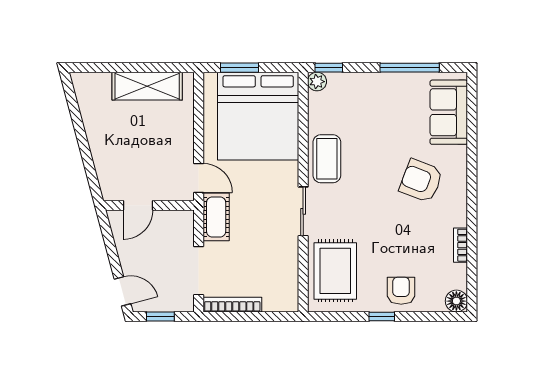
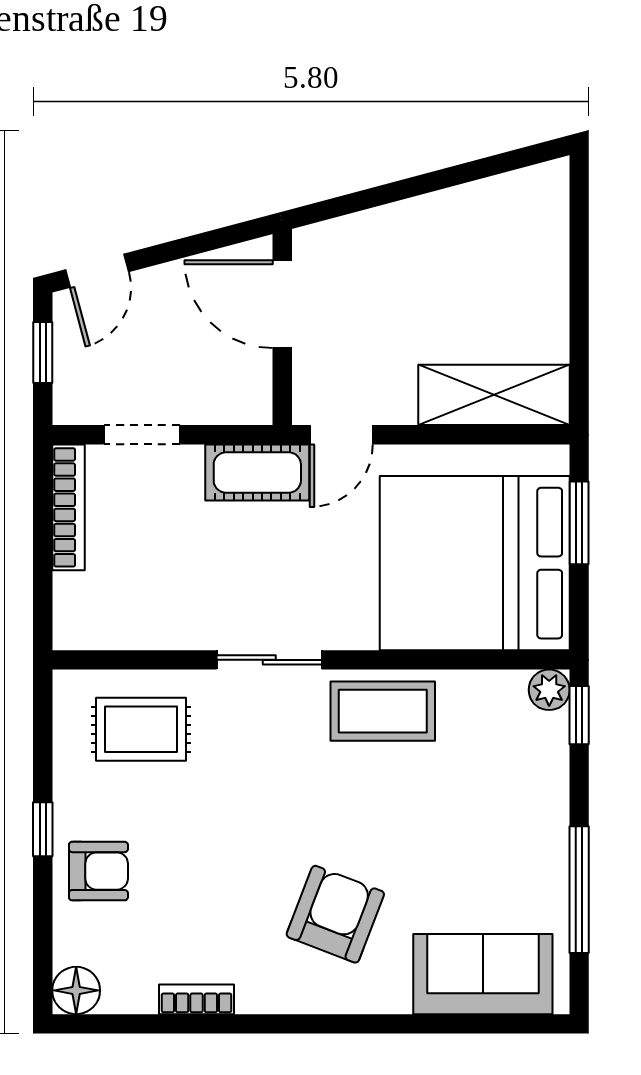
shelving: (147, 86) -> (494, 395), moved, turned 90
door: (138, 205) -> (282, 304), width x1.38
doorway: (199, 271) -> (142, 435), width x0.73
rug: (335, 271) -> (141, 729), width x0.73, depth x0.70

